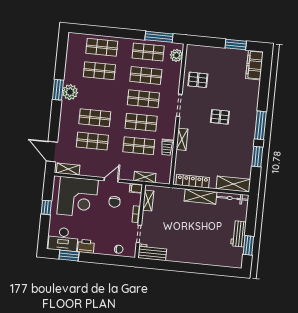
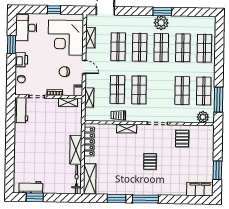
shop shelf: (143, 99) -> (161, 48), moved
shelving: (68, 169) -> (90, 38), moved
workbench: (238, 234) -> (31, 187), moved
printer: (86, 246) -> (21, 60), moved
window: (69, 256) -> (12, 45), moved

